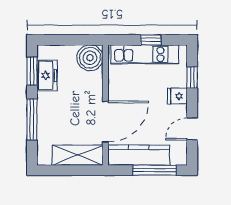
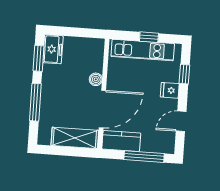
boiler: (90, 58) -> (96, 79), moved, width x0.54, depth x0.54
freezer: (47, 75) -> (53, 49), moved
kitchen counter: (139, 155) -> (121, 141), width x0.67

